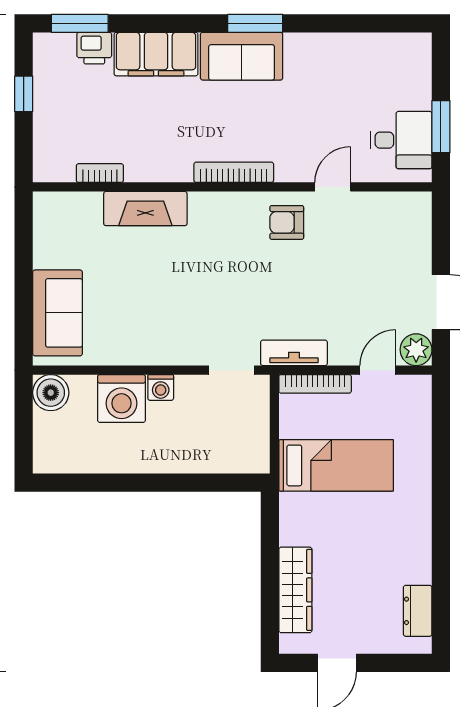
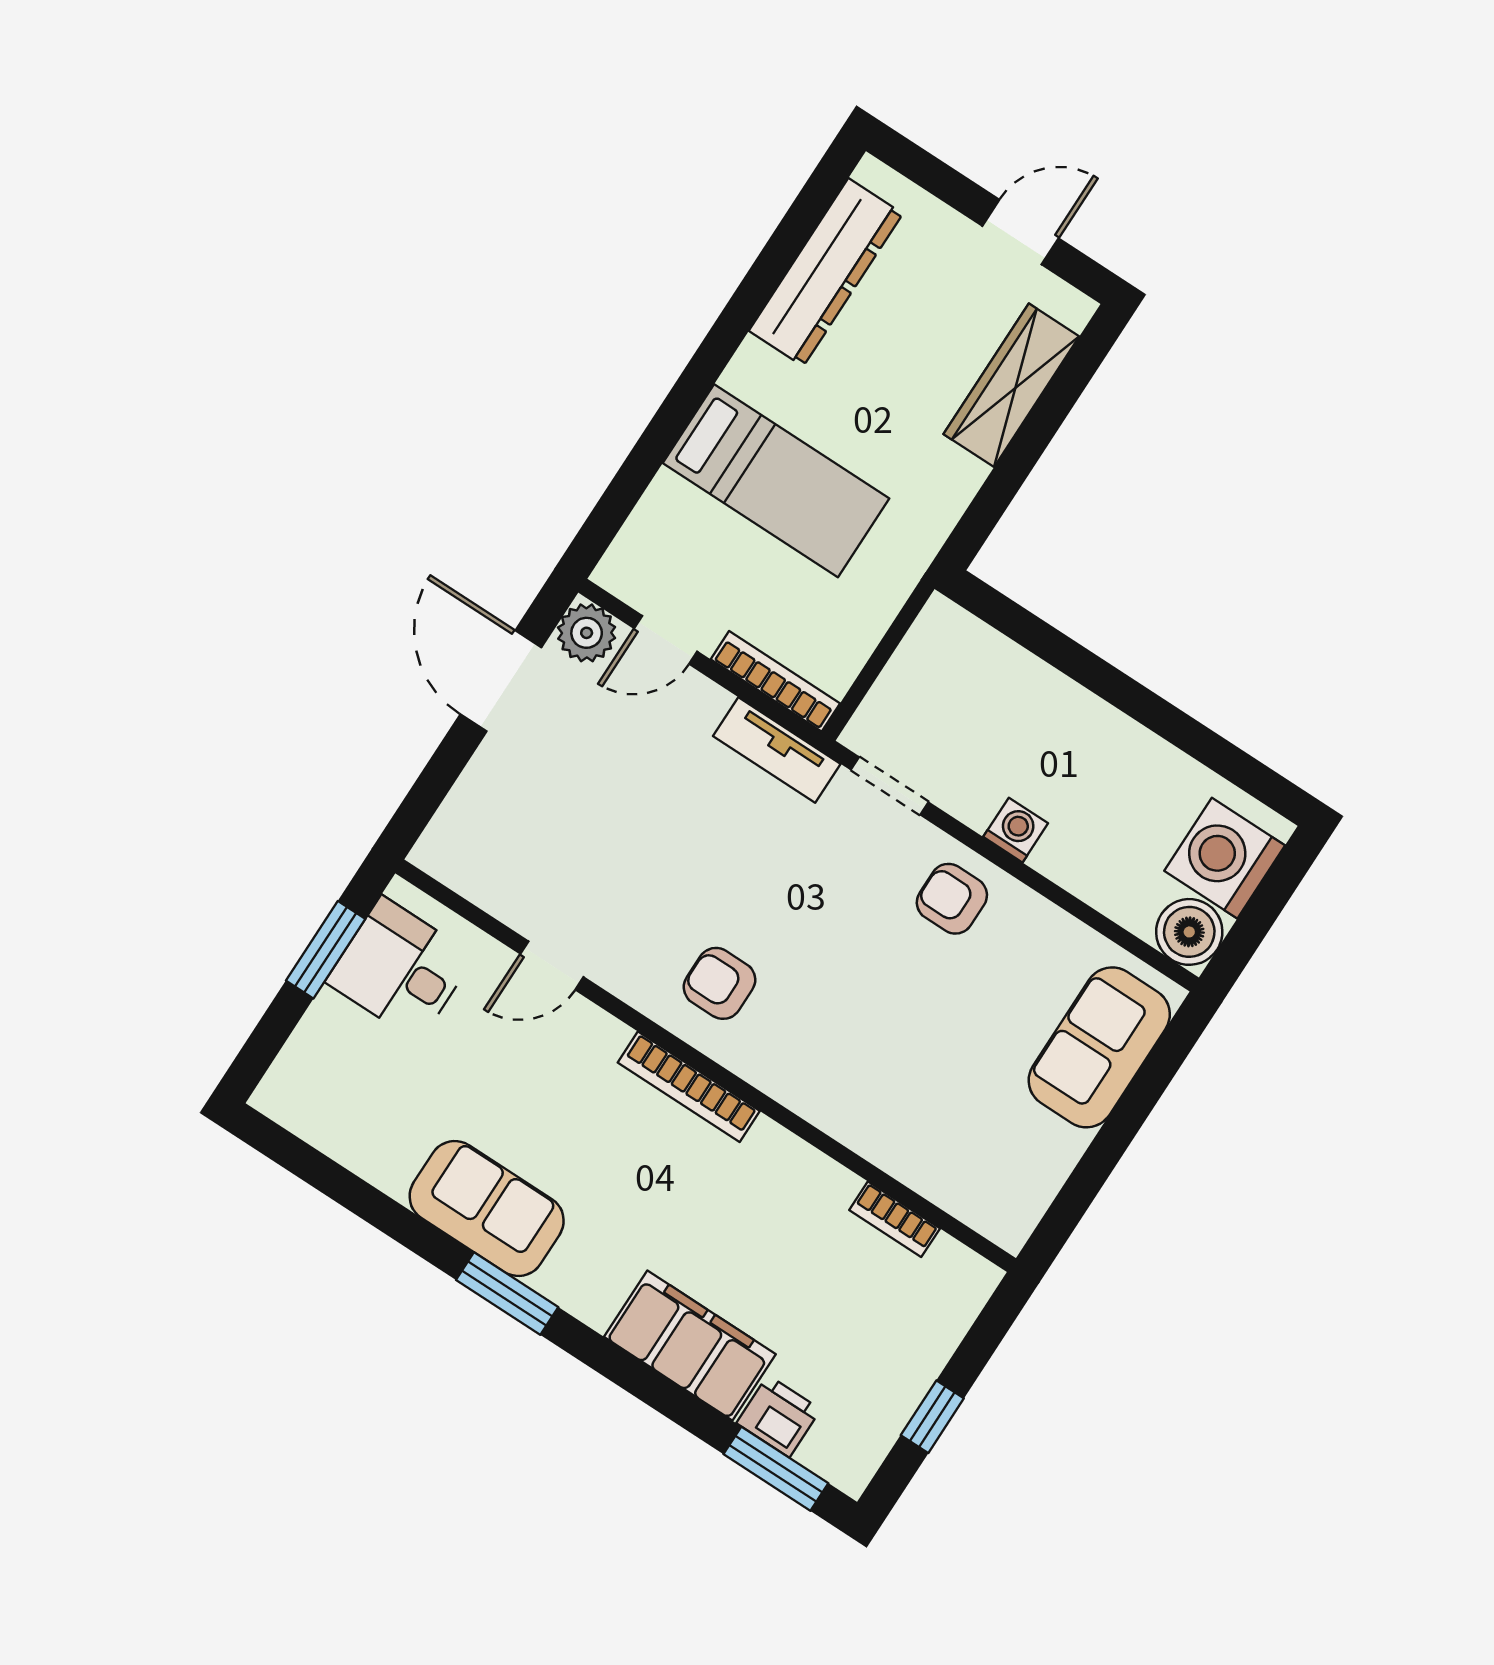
sofa: (242, 56) -> (487, 1209), moved
fireplace: (145, 209) -> (860, 1119), removed
armchair: (287, 222) -> (720, 983), moved, turned 180
armchair: (169, 337) -> (952, 899), added
washing machine: (121, 399) -> (1225, 858), moved, turned -90
bed: (336, 465) -> (776, 481), moved, turned 180
dresser: (418, 611) -> (826, 272), width x1.96, depth x1.24

